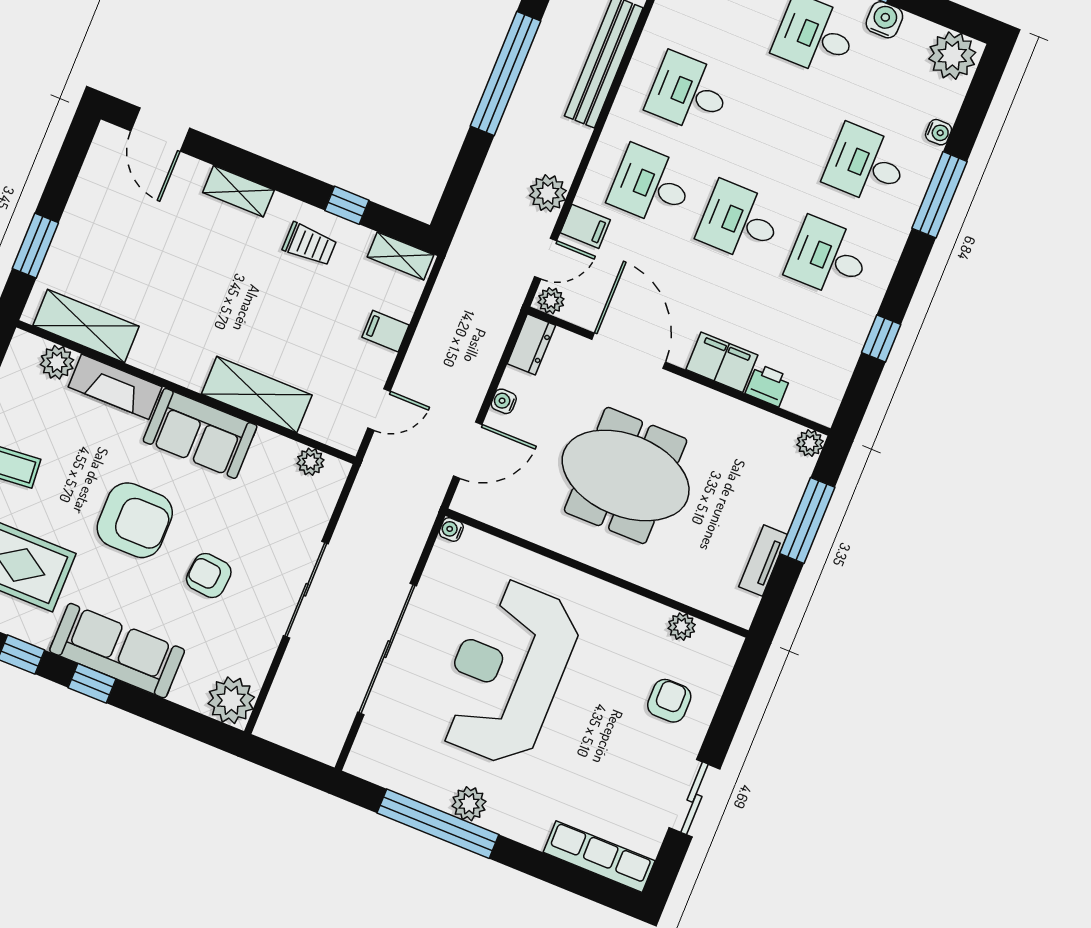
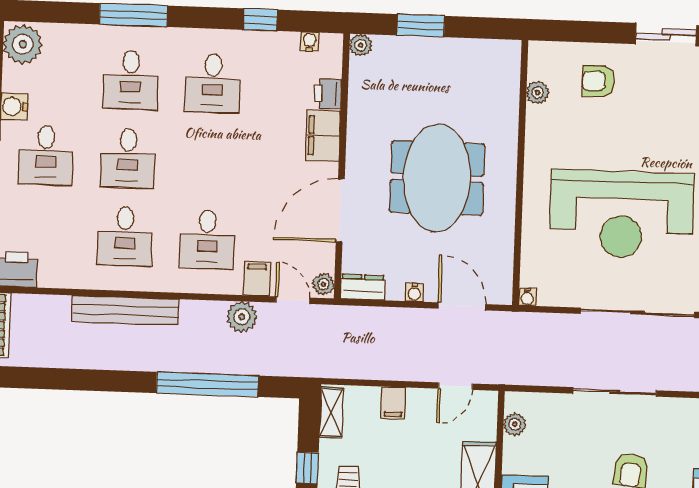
window: (506, 74) -> (207, 384), moved
water cooler: (939, 132) -> (310, 42), moved
desk: (740, 222) -> (128, 158), moved
door: (379, 410) -> (455, 386), swing flipped
window: (807, 520) -> (421, 26), width x0.69
tv unit: (763, 561) -> (464, 48), removed

